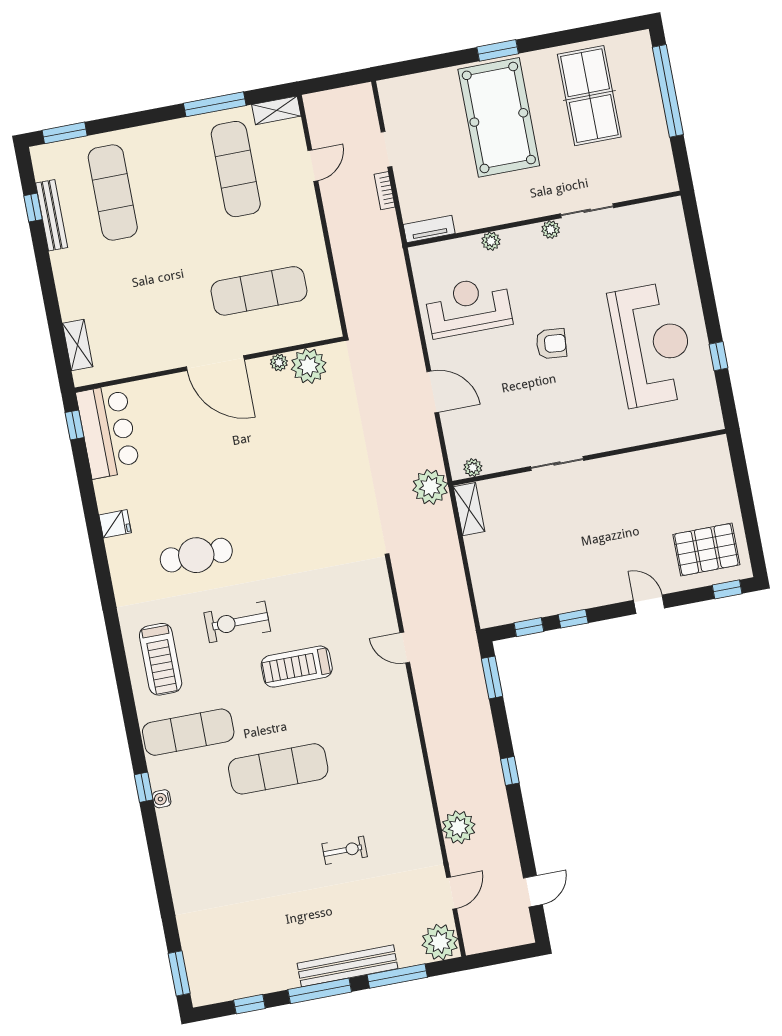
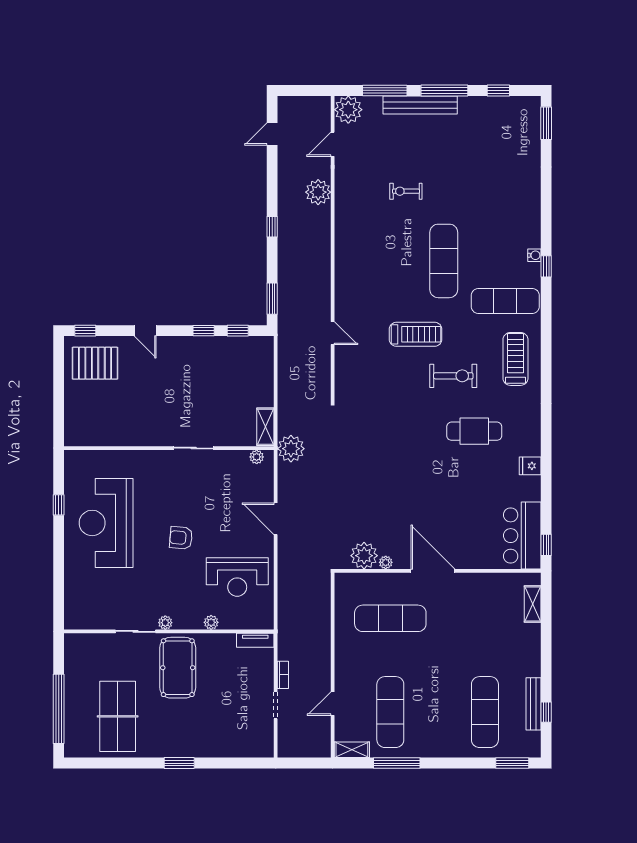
pool table: (499, 117) -> (178, 668), moved, width x0.73, depth x0.76
exercise mat: (278, 769) -> (444, 261), turned 90

